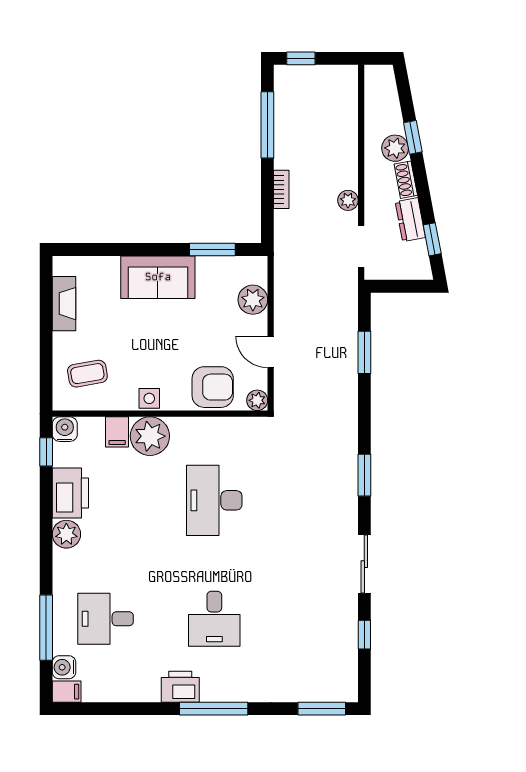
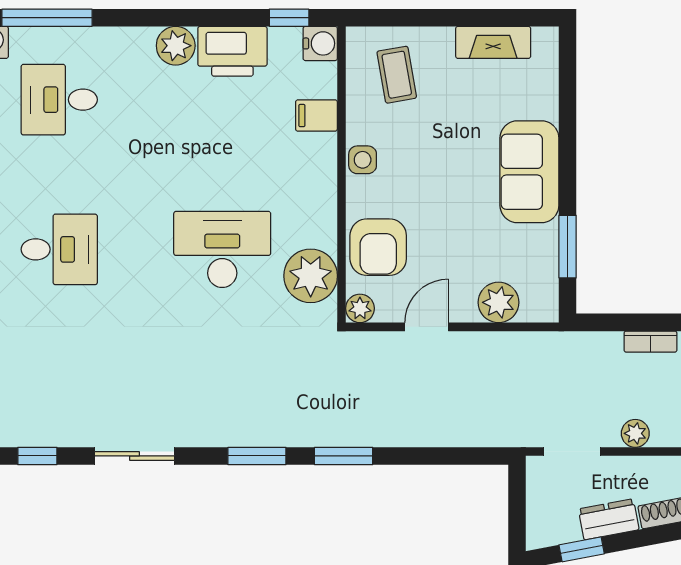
window: (364, 352) -> (344, 456), moved
plant: (150, 436) -> (311, 276), moved
desk: (106, 619) -> (59, 100), turned -90
desk: (214, 619) -> (59, 249), turned 180

